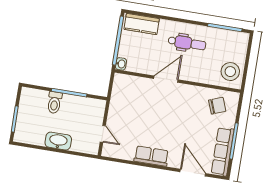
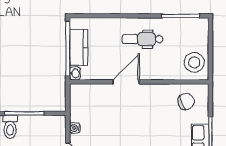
kitchen counter: (142, 24) -> (79, 47), moved, turned -90
dental chair: (187, 43) -> (143, 39), turned 180
water cooler: (113, 113) -> (75, 128), added

